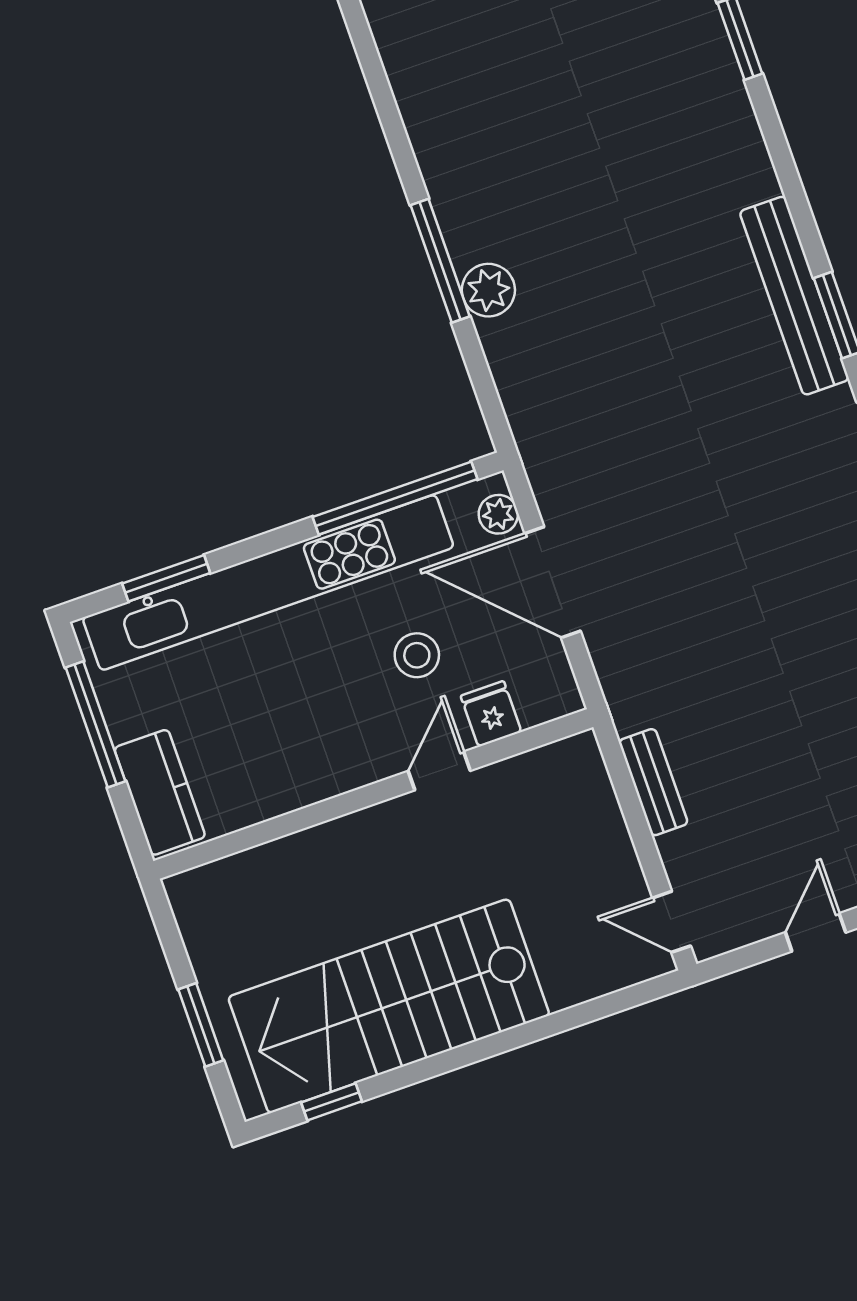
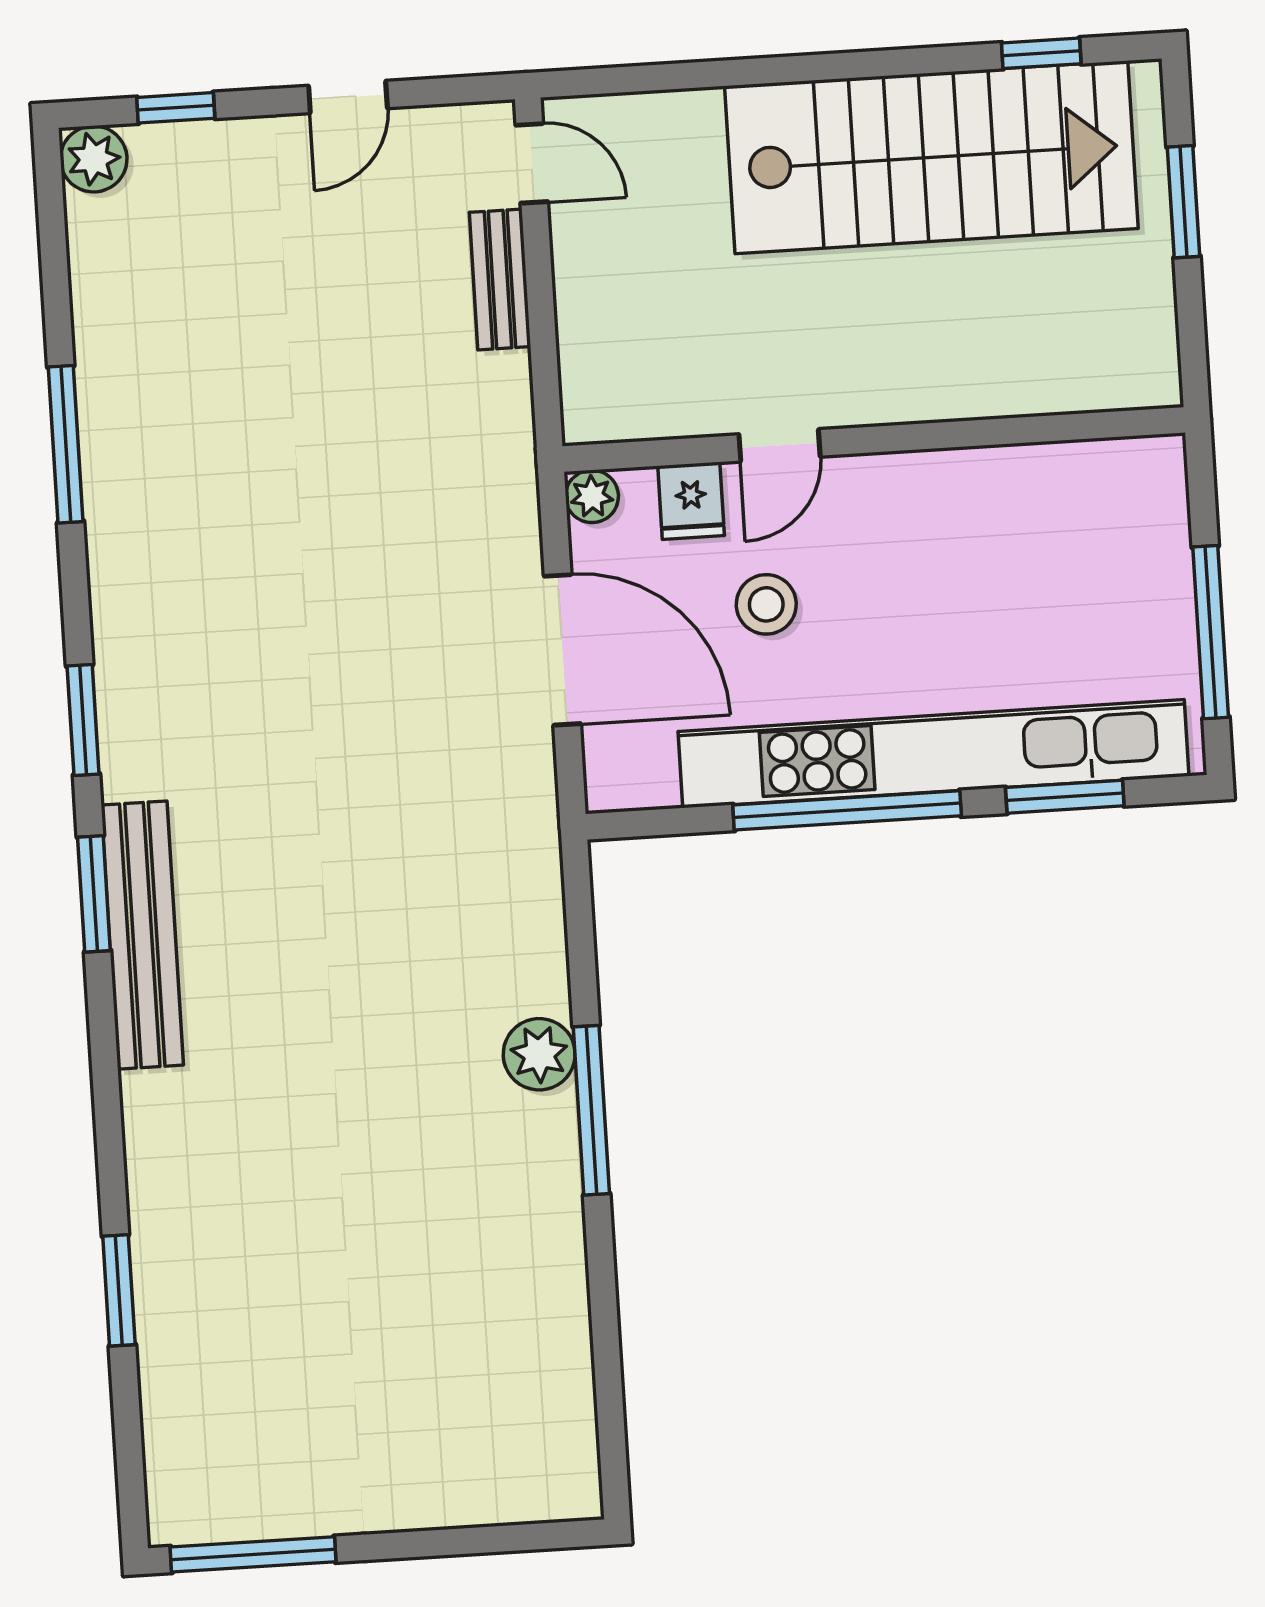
window: (395, 498) -> (847, 810), moved
plant: (498, 514) -> (592, 496), moved
bench: (653, 782) -> (500, 279), moved
kitchen counter: (160, 792) -> (1152, 520), removed

